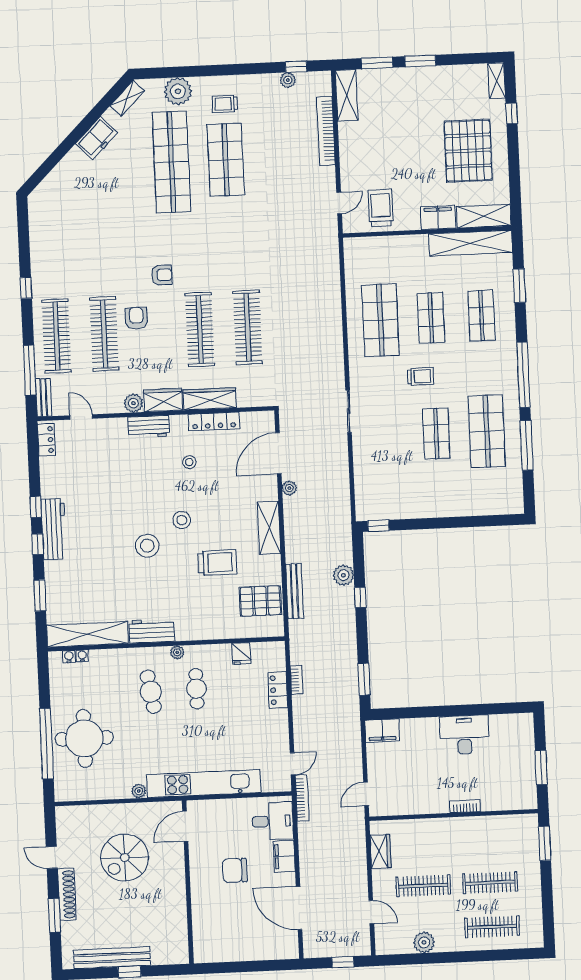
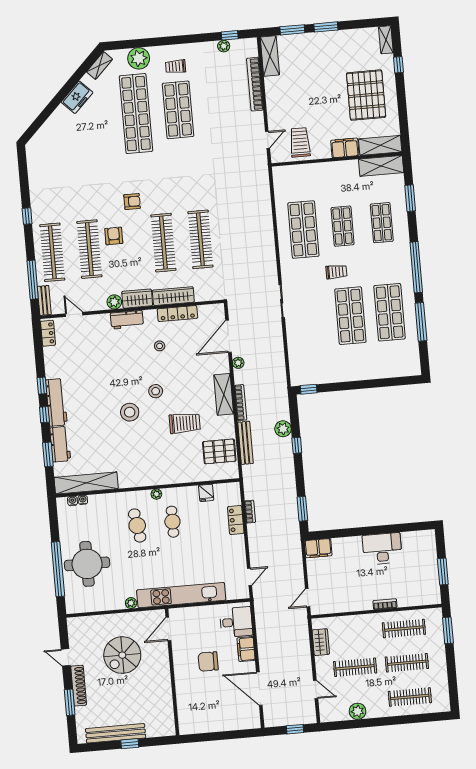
shelving: (471, 243) -> (381, 166), width x0.68
shop shelf: (436, 433) -> (350, 316), width x1.43, depth x1.36
workbench: (152, 631) -> (60, 444), moved, turned 90
bookcase: (302, 798) -> (241, 403), moved
clothes rail: (488, 839) -> (404, 629), added

